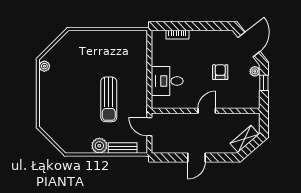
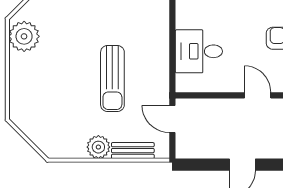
plant: (44, 66) -> (24, 36), width x1.88, depth x1.88
door: (207, 111) -> (258, 95), hinge flipped

